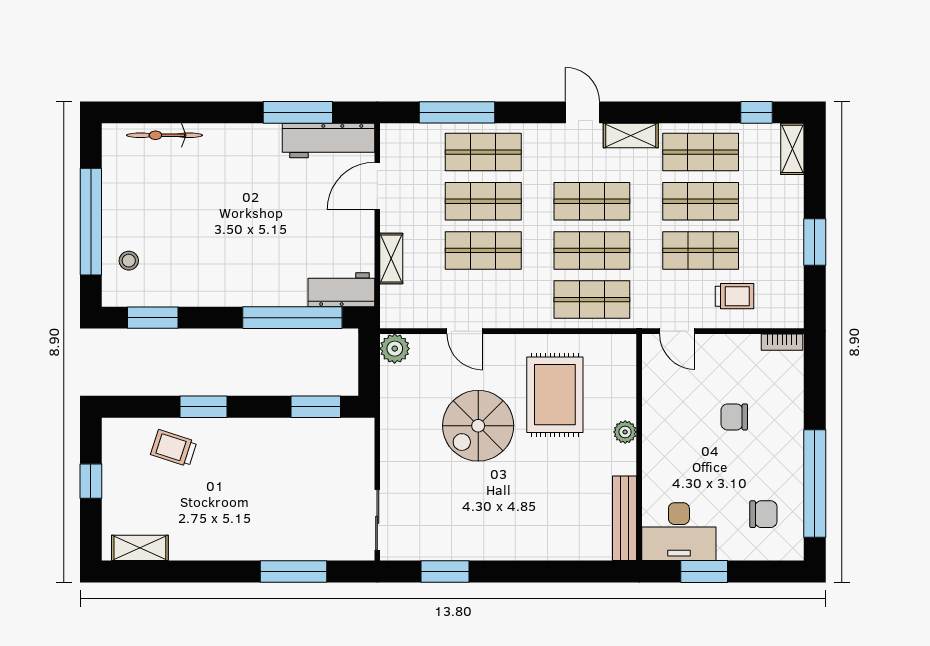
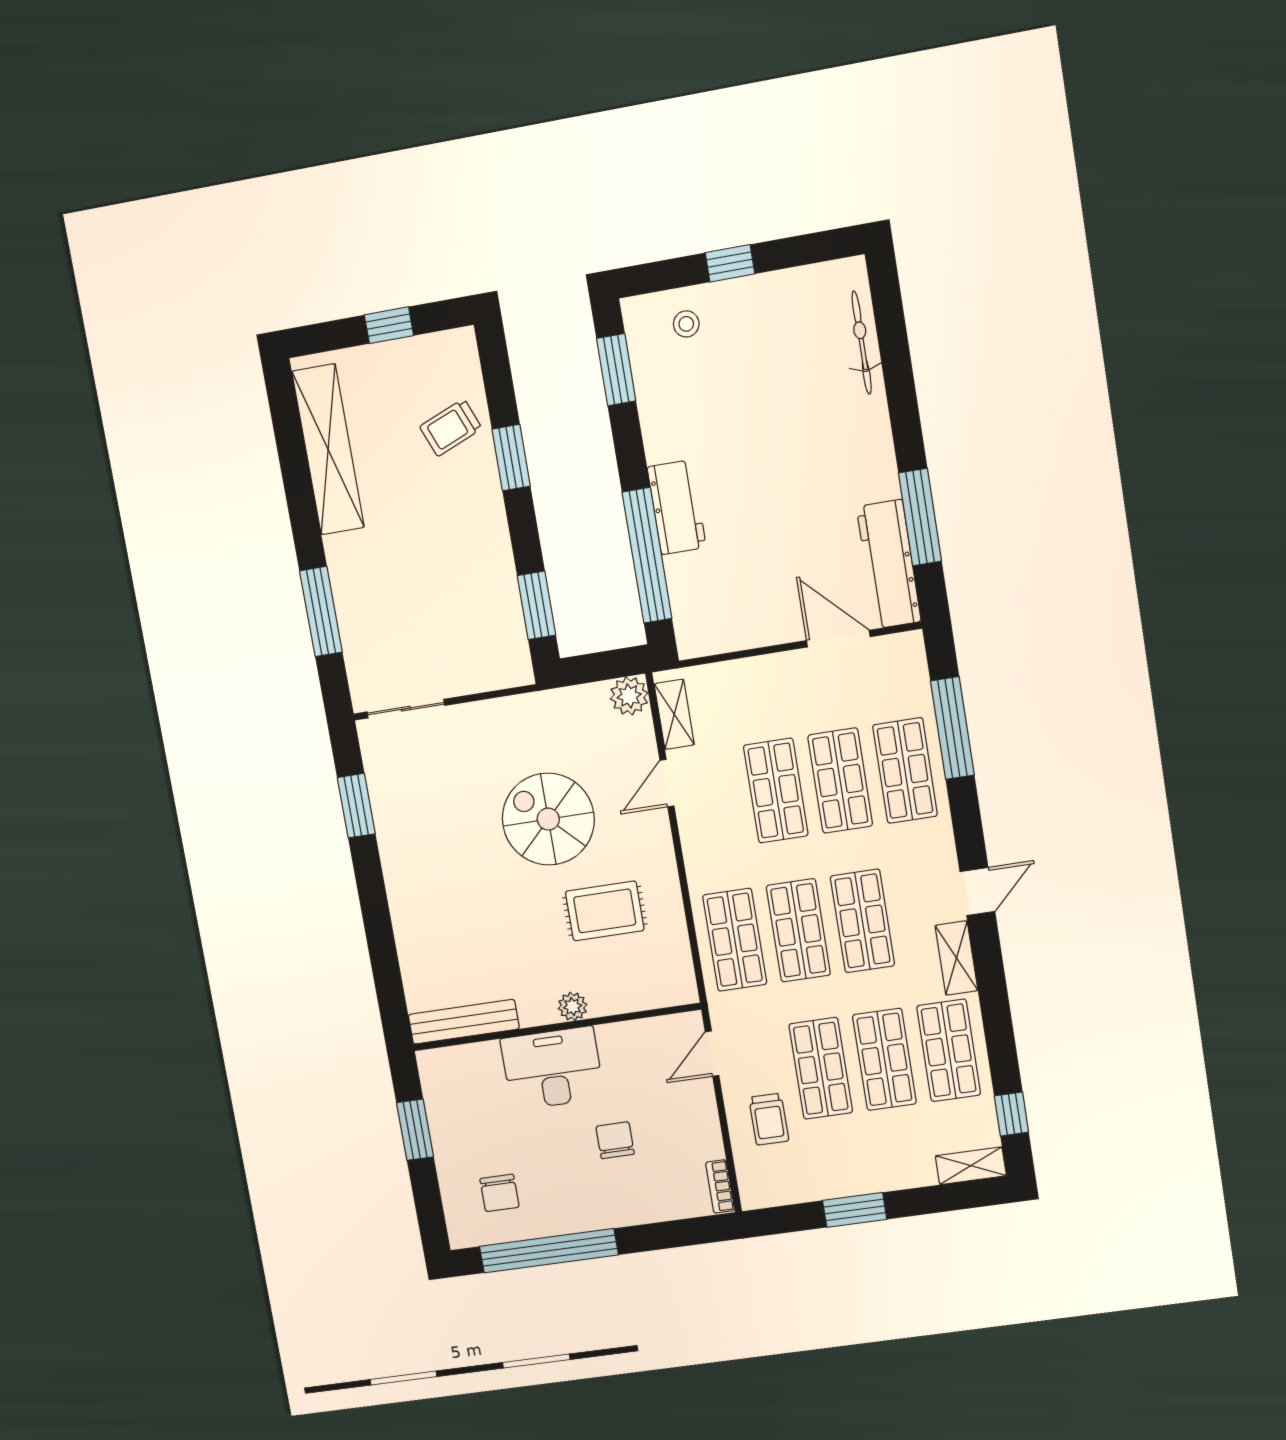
window: (91, 222) -> (730, 263), width x0.32
shelving: (391, 258) -> (674, 714), moved, turned 90
workbench: (341, 290) -> (677, 507), moved
rug: (555, 395) -> (605, 911), width x0.73, depth x0.70
trolley: (174, 448) -> (451, 428), turned -130
desk: (679, 532) -> (552, 1068), moved, turned 90
shelving: (140, 548) -> (328, 449), width x2.20, depth x1.33

